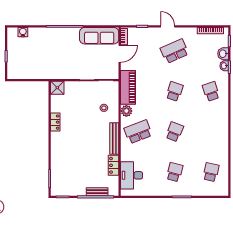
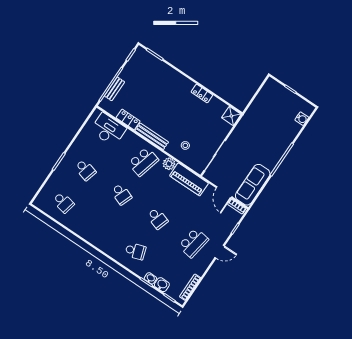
school desk: (175, 51) -> (193, 243), turned 33
school desk: (138, 132) -> (143, 162), turned 36

